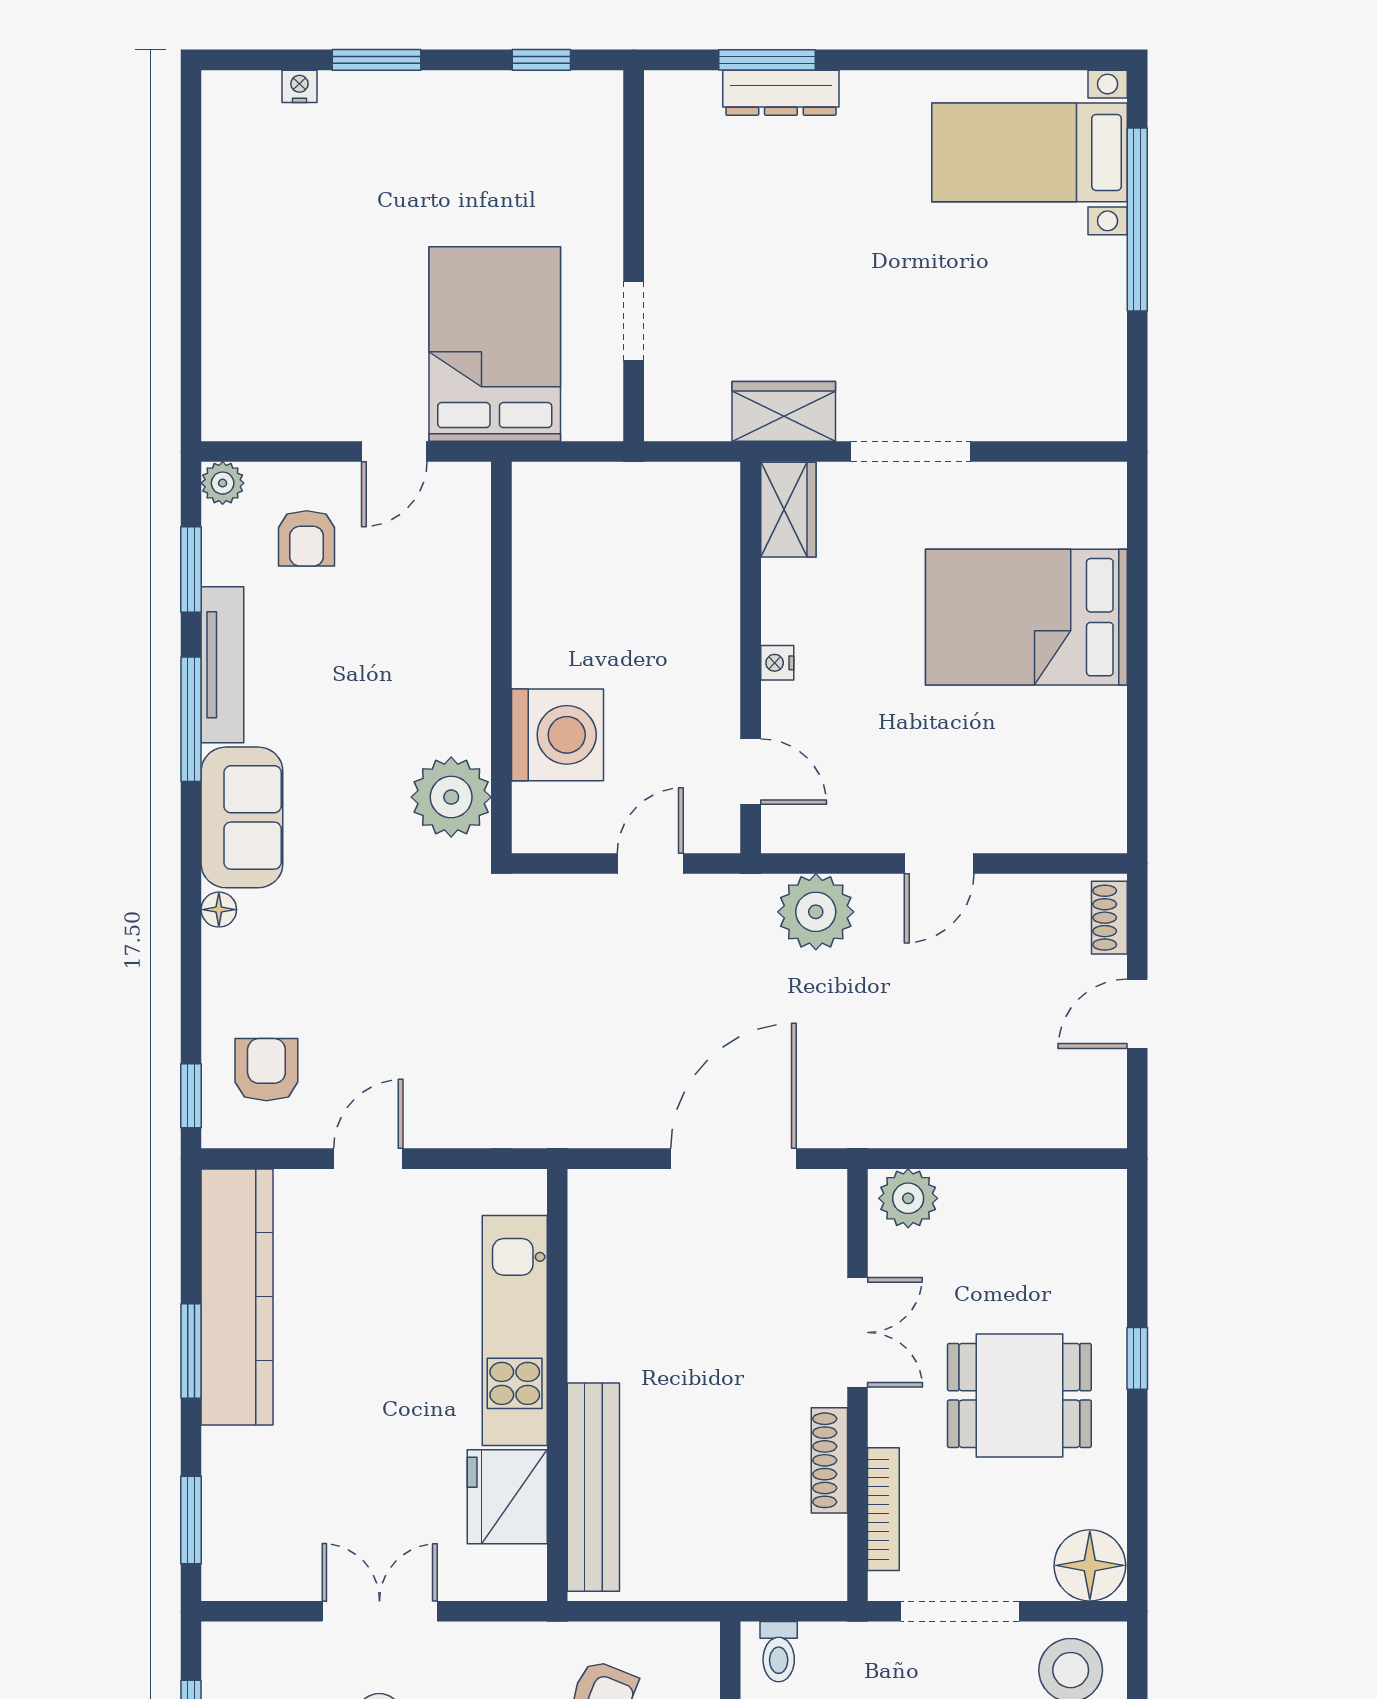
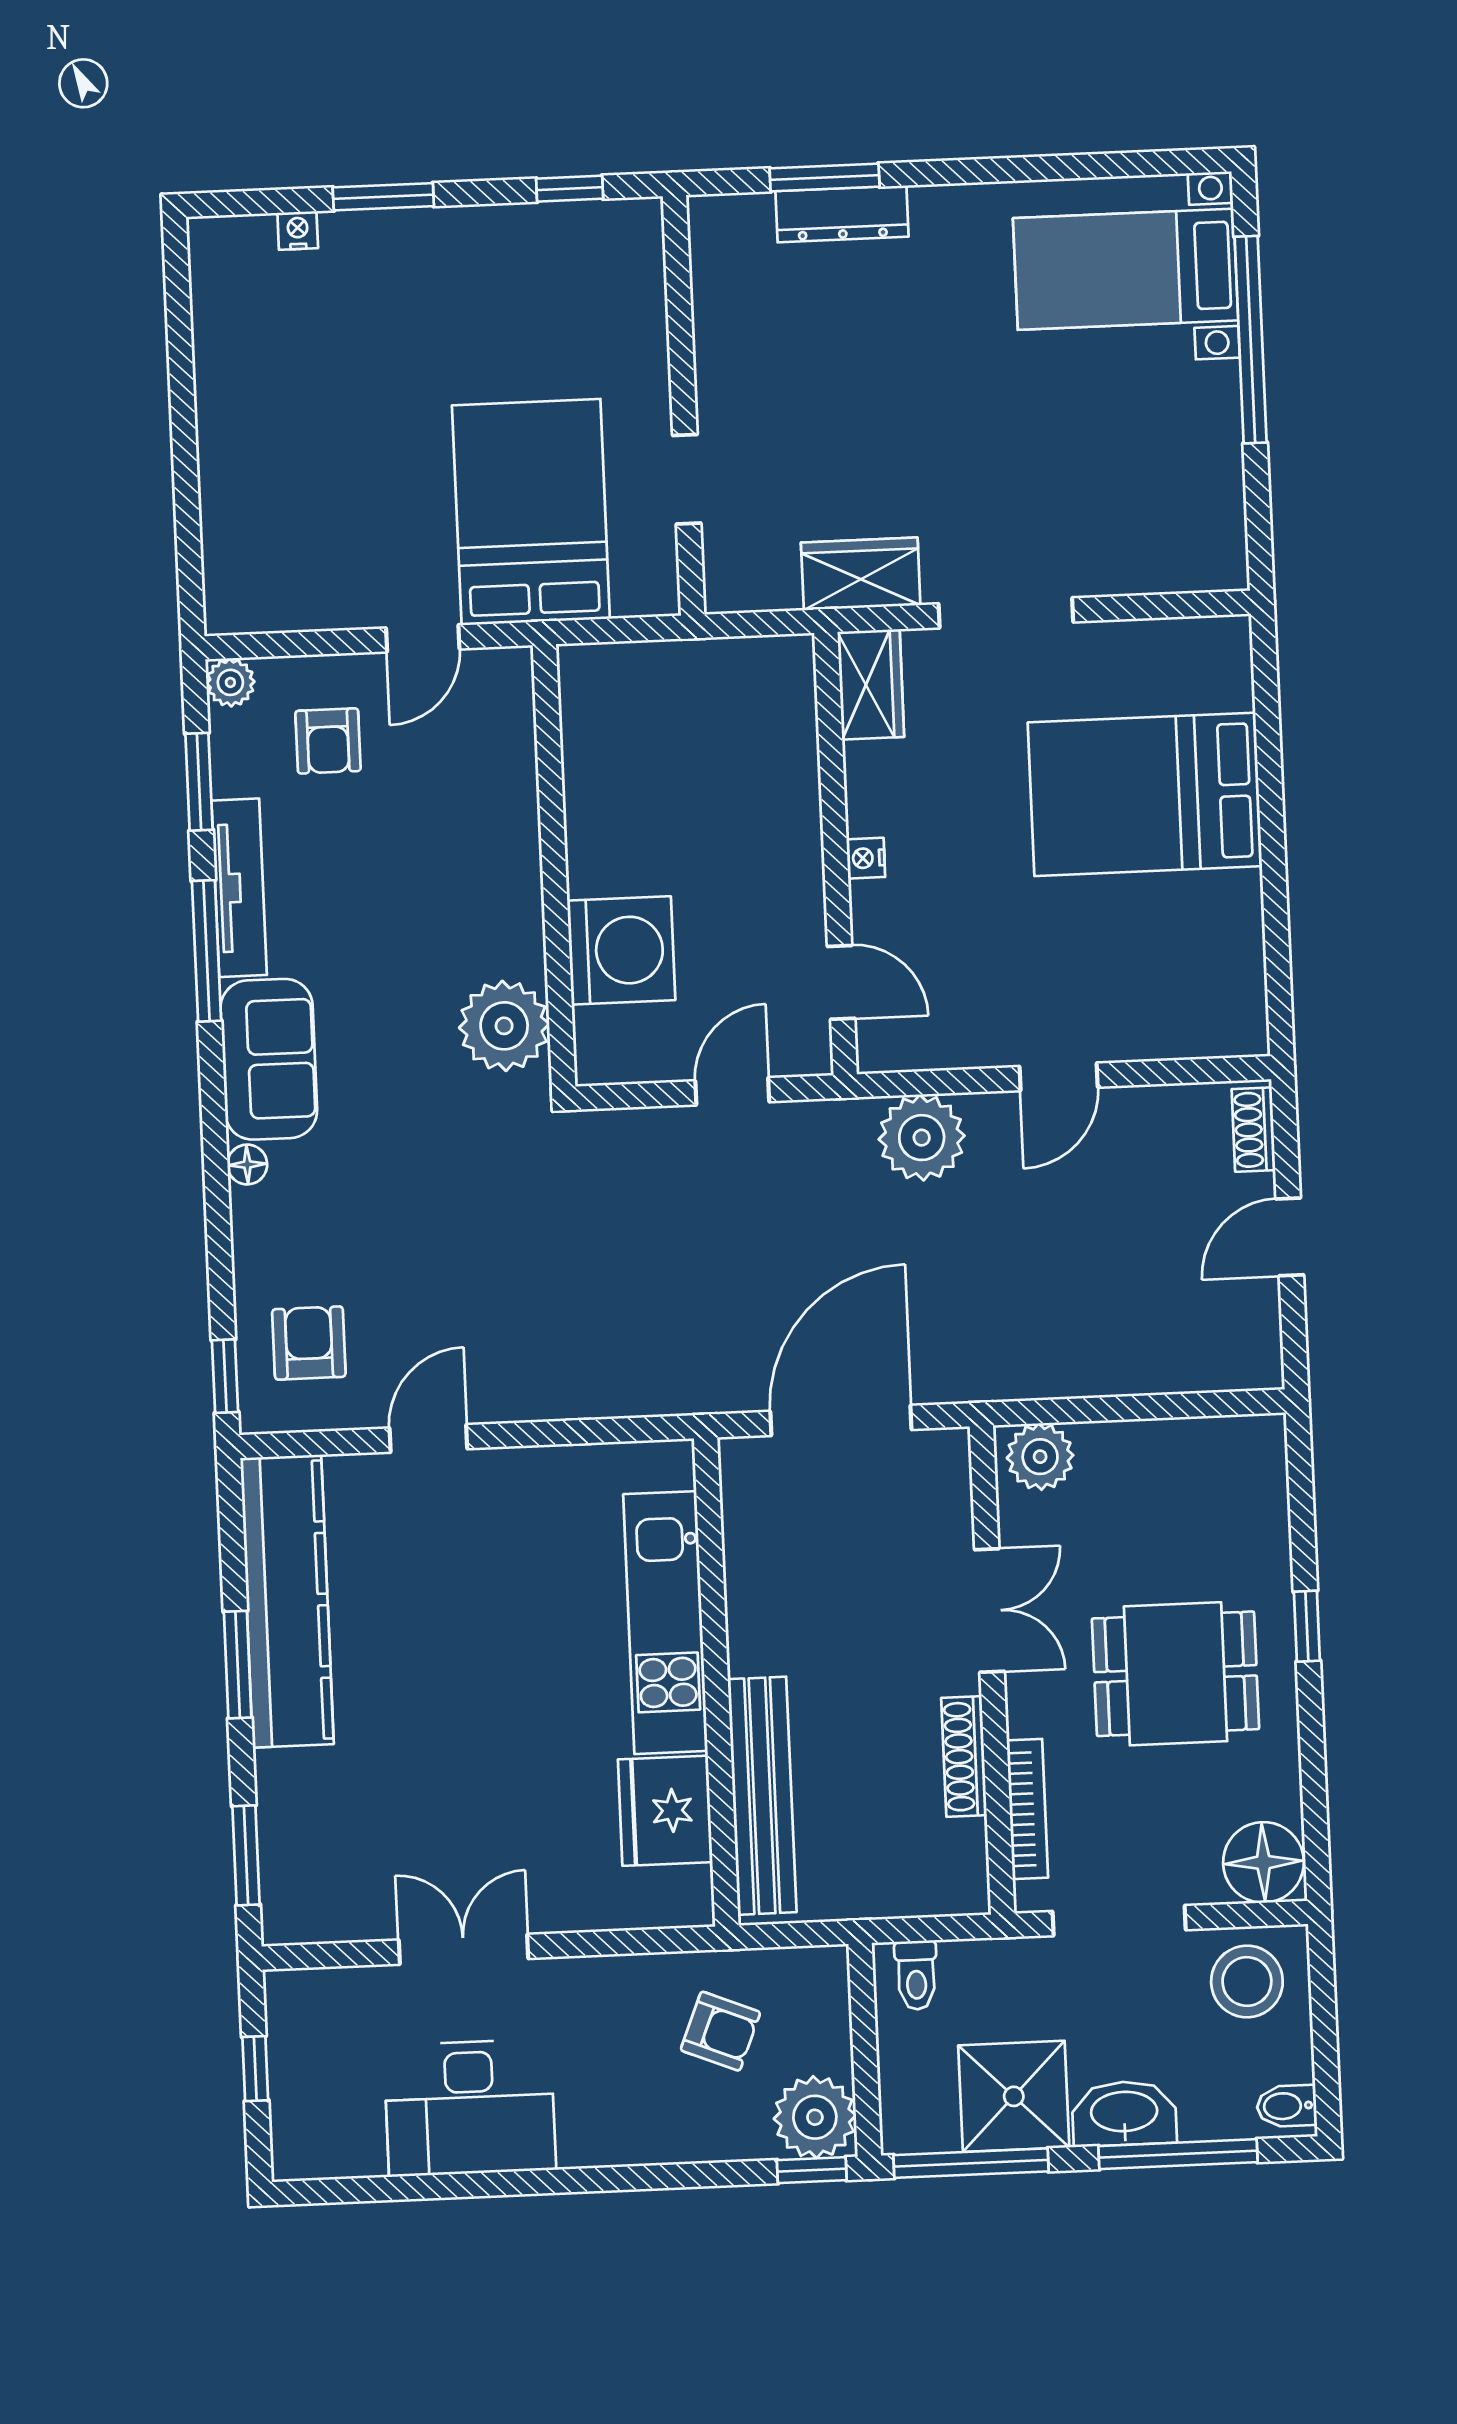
kitchen unit: (515, 1331) -> (665, 1623), moved
wall: (557, 1385) -> (716, 1682), moved
bench: (593, 1487) -> (762, 1796), moved
fridge: (507, 1497) -> (665, 1811), moved

